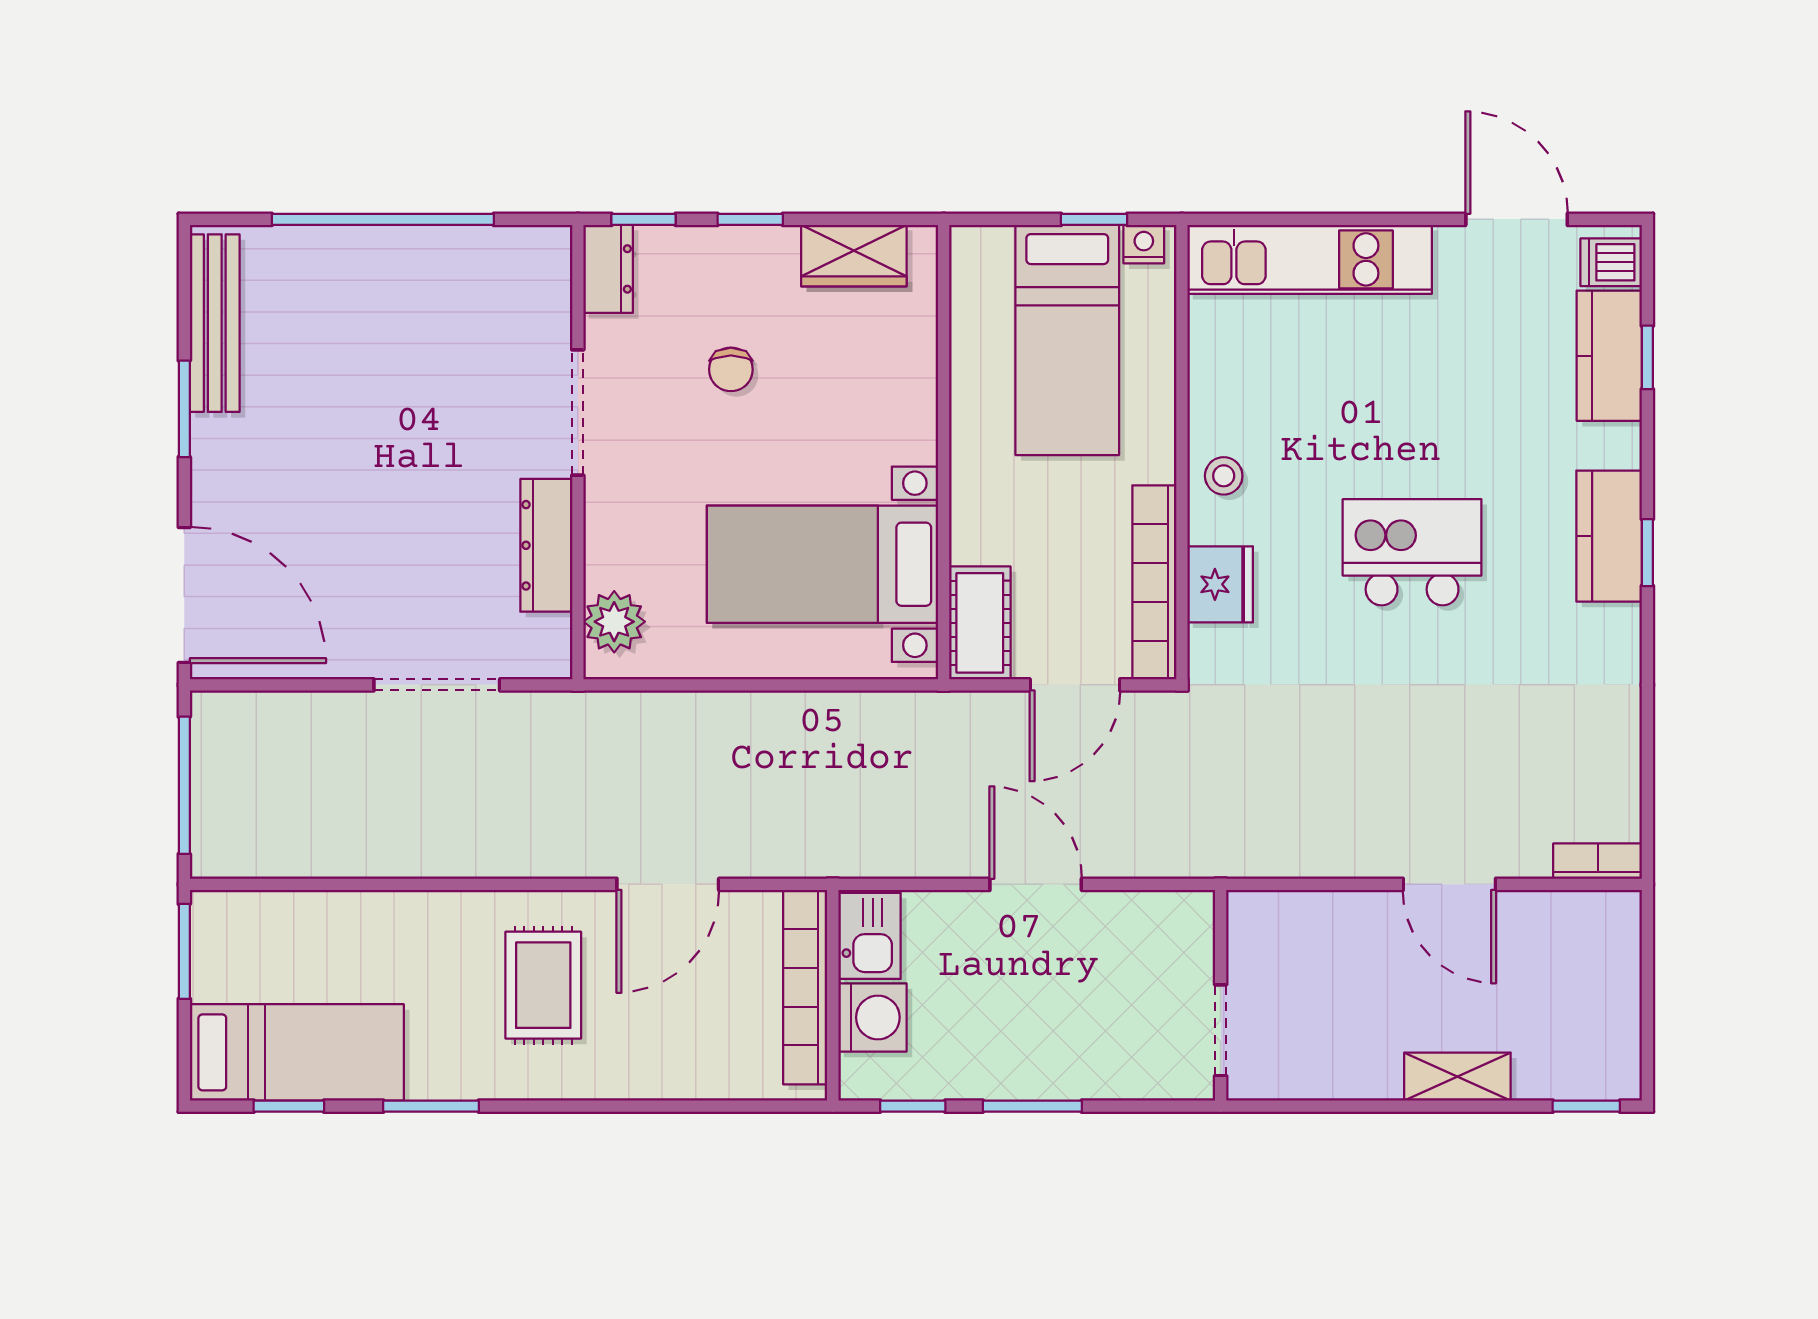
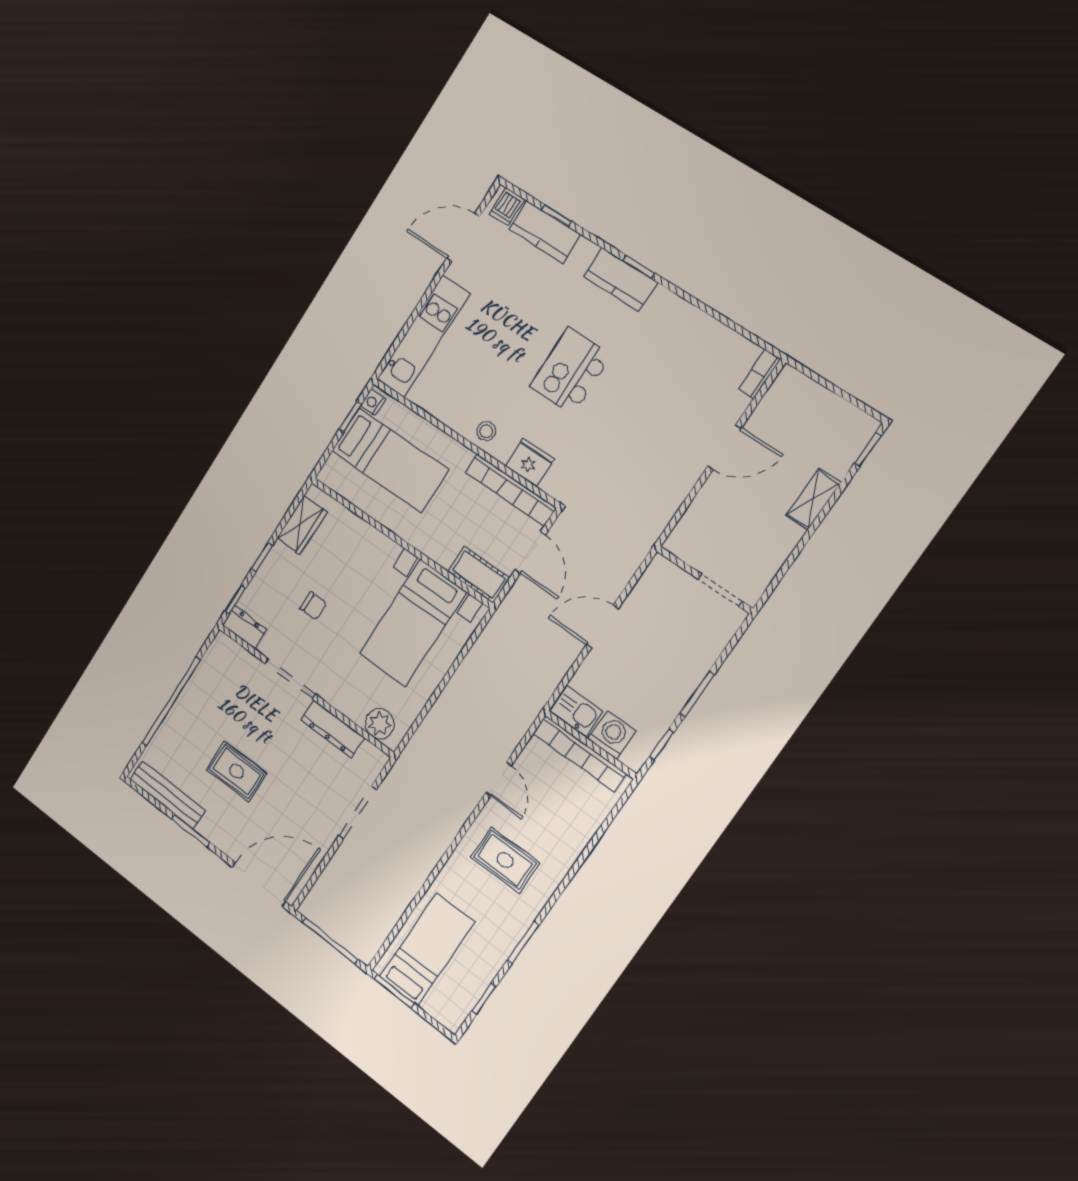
rug: (349, 423) -> (237, 771), added
door: (668, 884) -> (499, 779), width x0.73
bed: (297, 1052) -> (427, 950), moved

